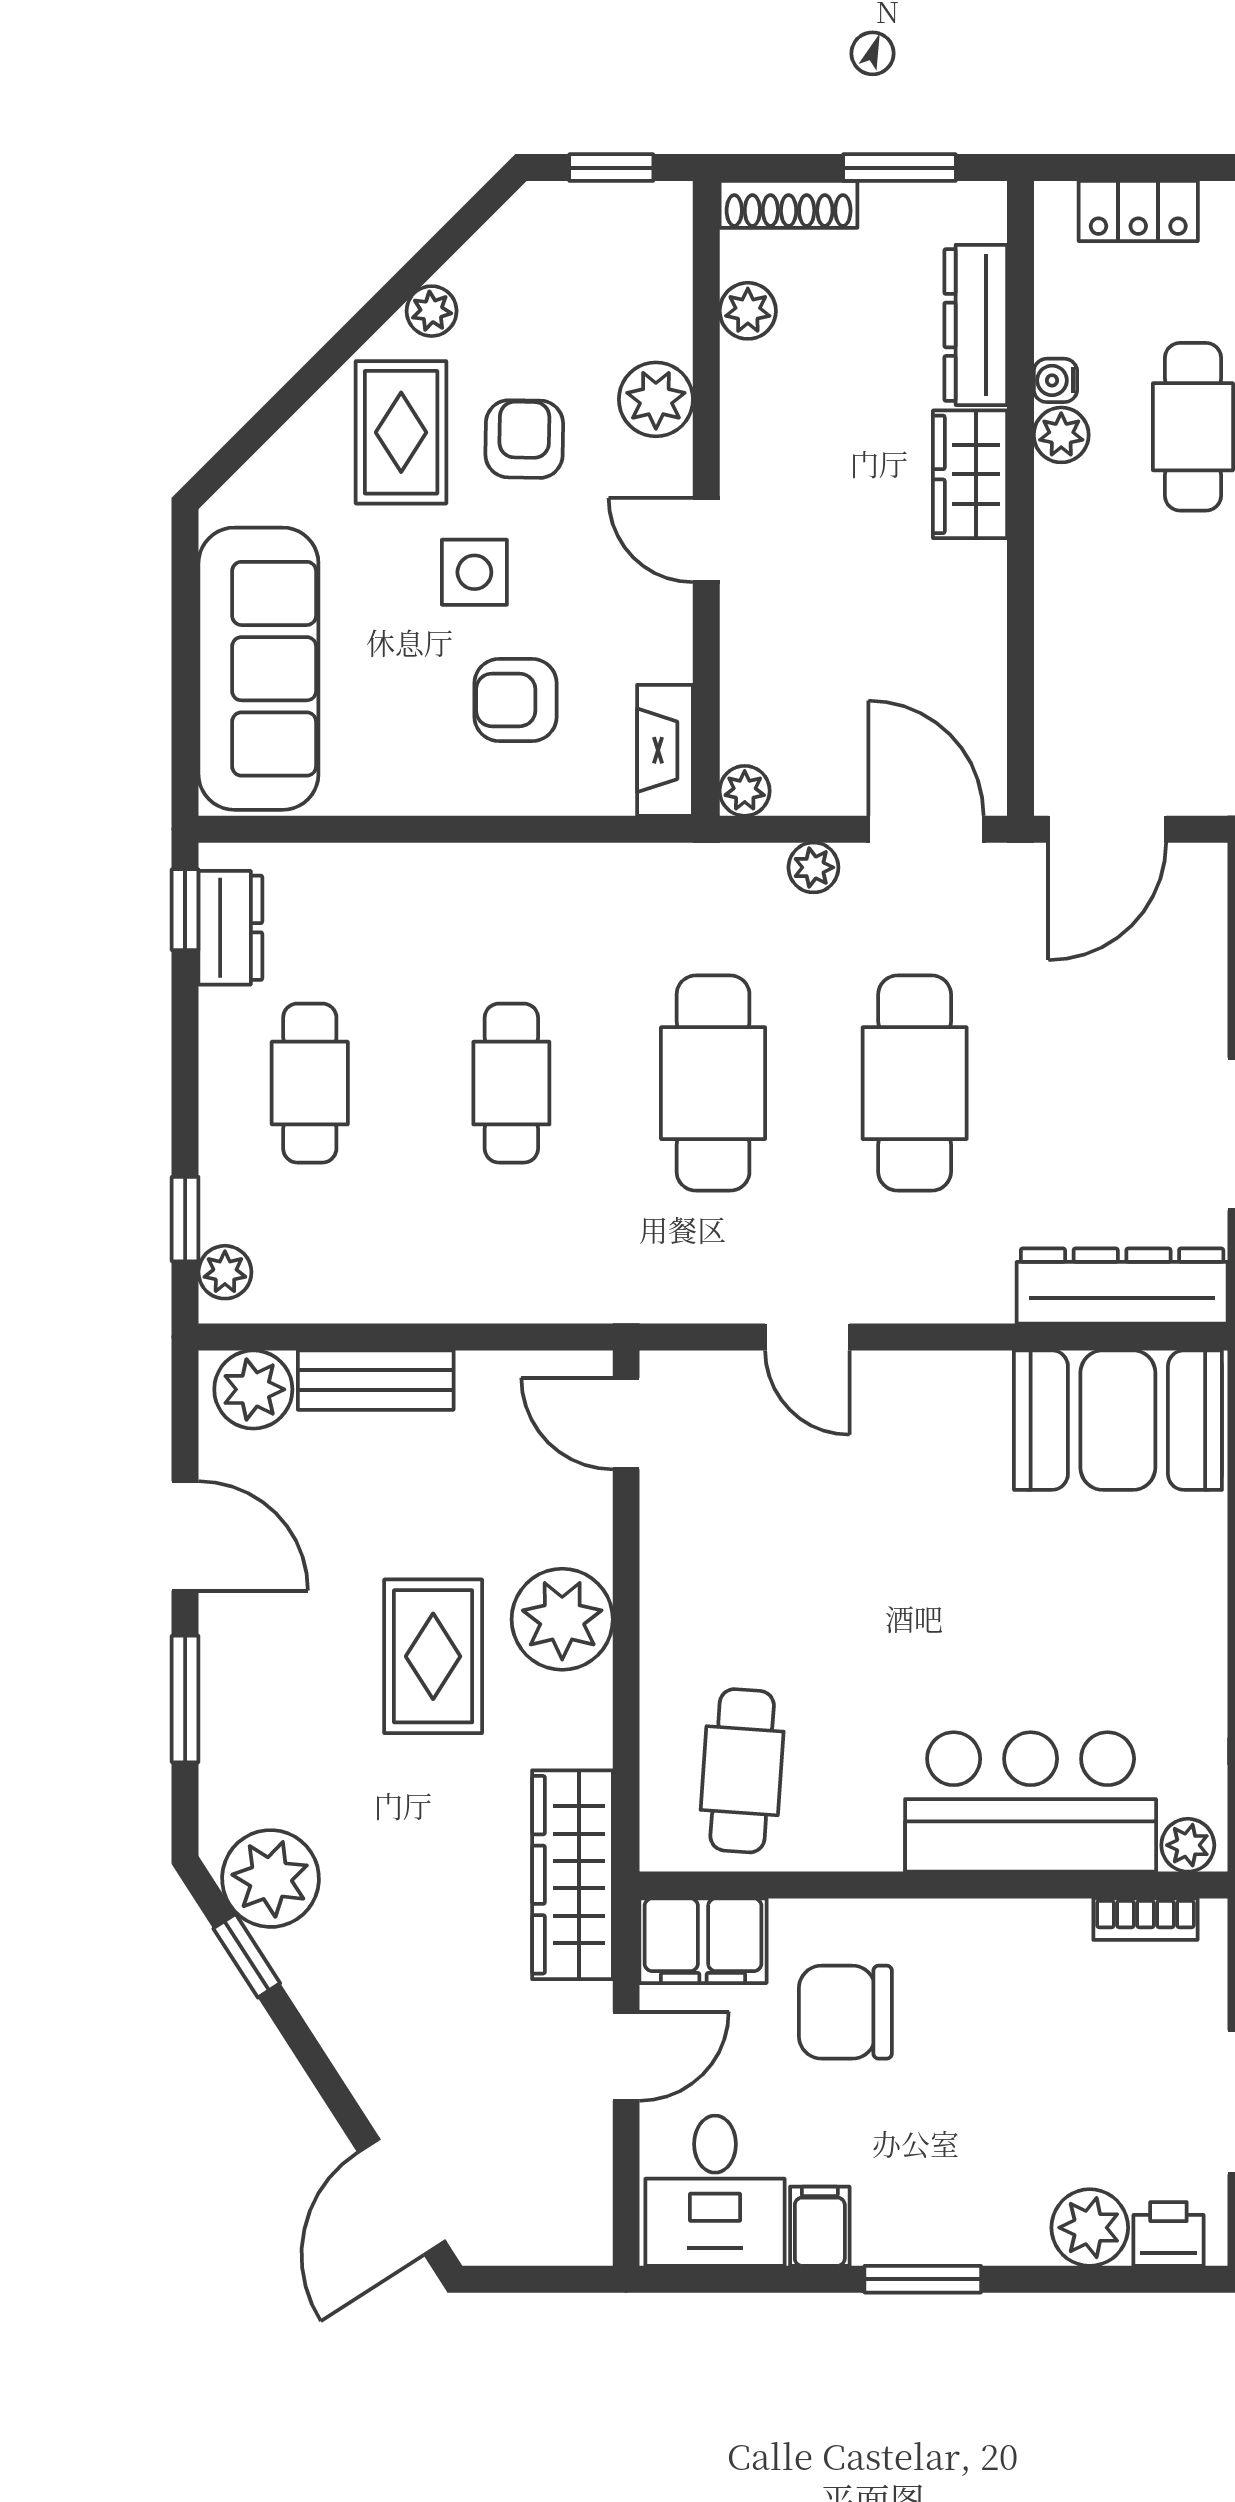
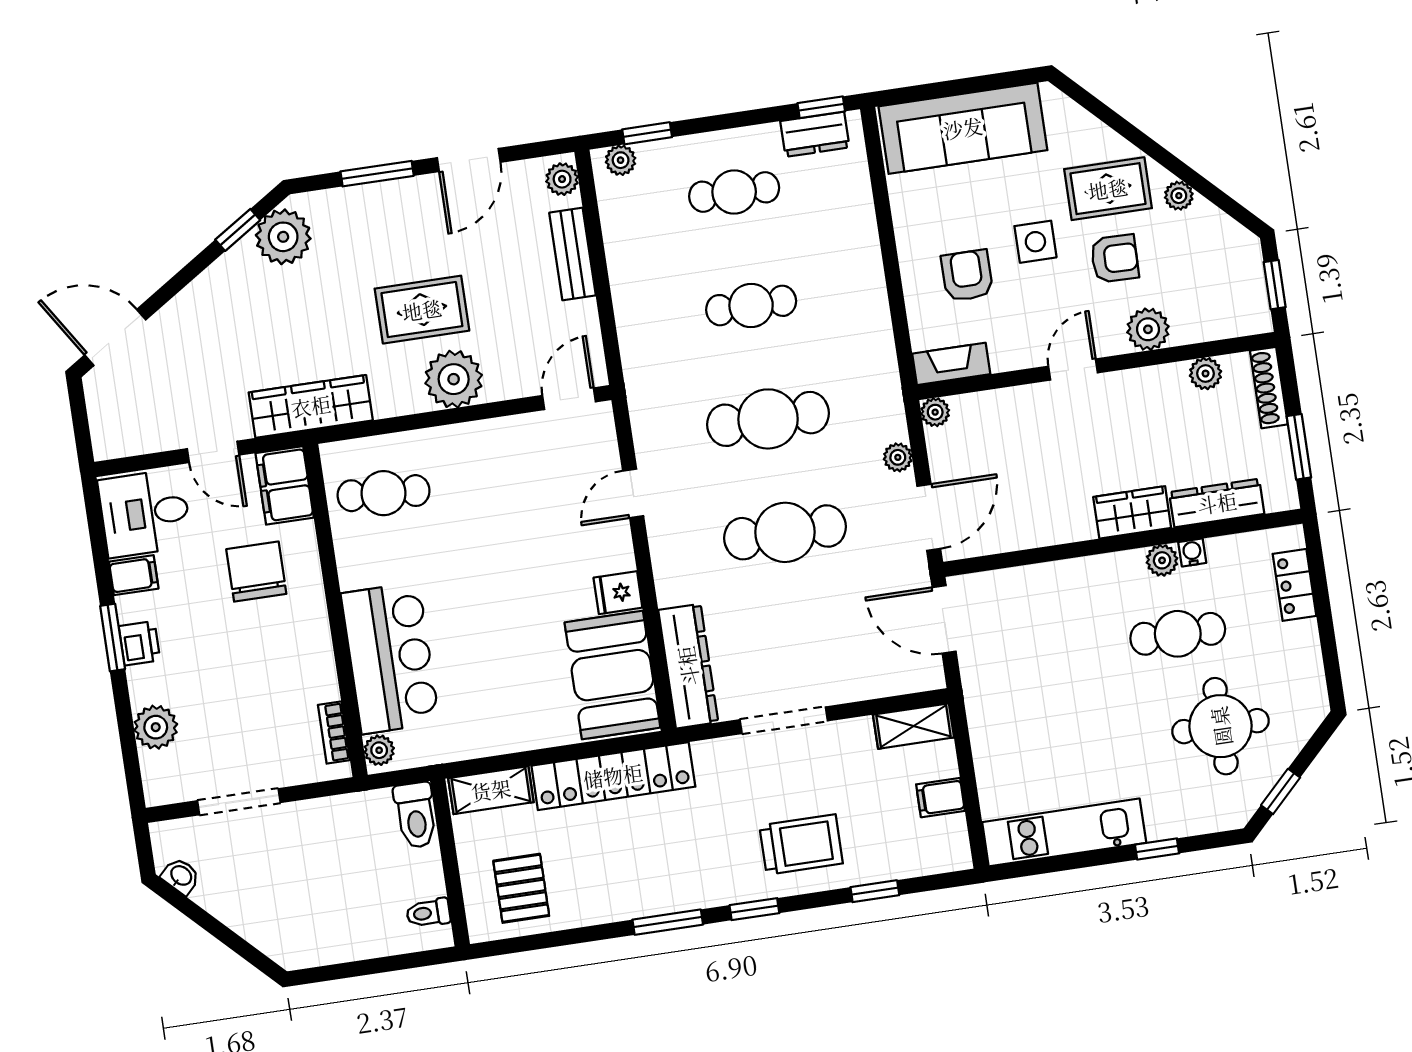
plant: (253, 1389) -> (562, 179), width x0.73, depth x0.73
fridge: (976, 1389) -> (618, 593), added
printer: (1168, 2234) -> (139, 643), moved

